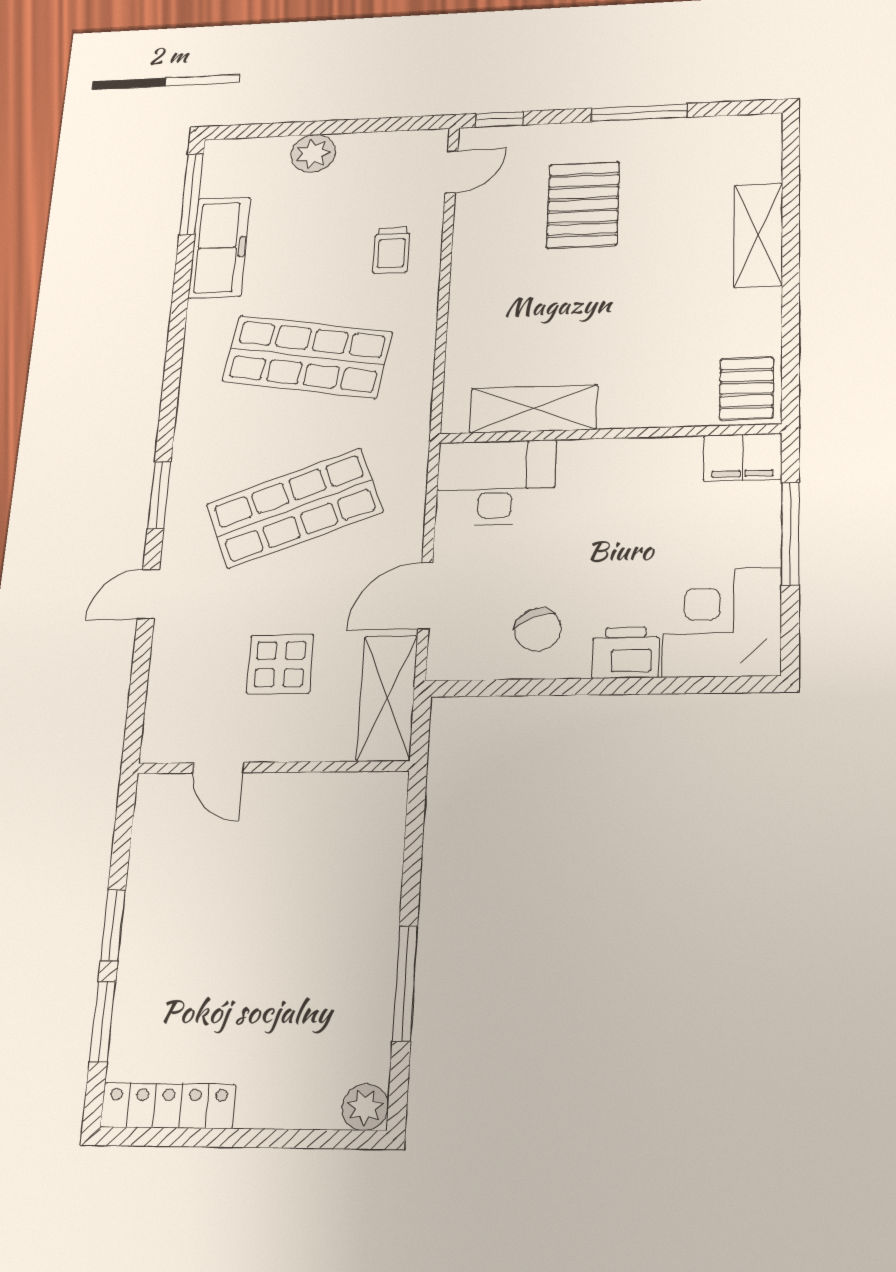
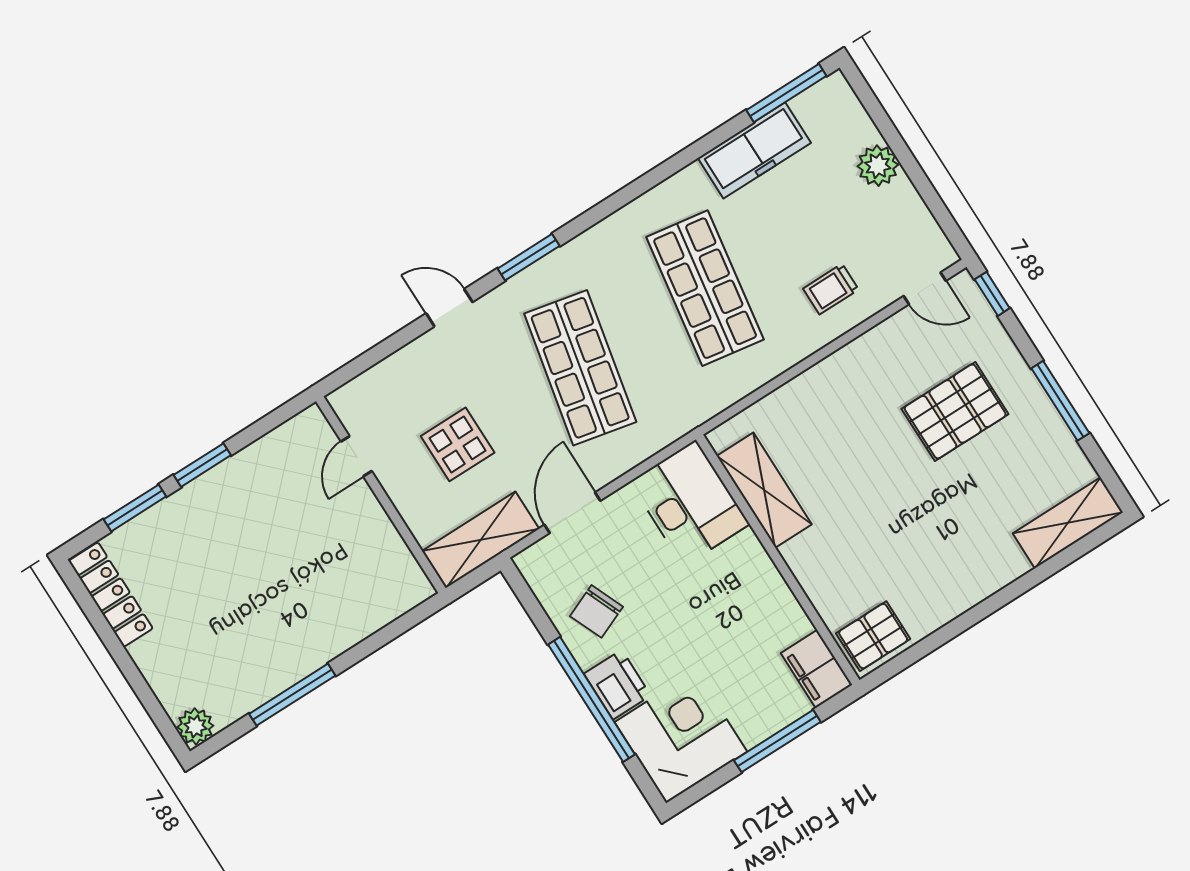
shelving: (758, 235) -> (1068, 523), moved
shop shelf: (295, 508) -> (580, 368), turned 33
door: (425, 596) -> (572, 513), hinge flipped
window: (623, 686) -> (592, 699), added

